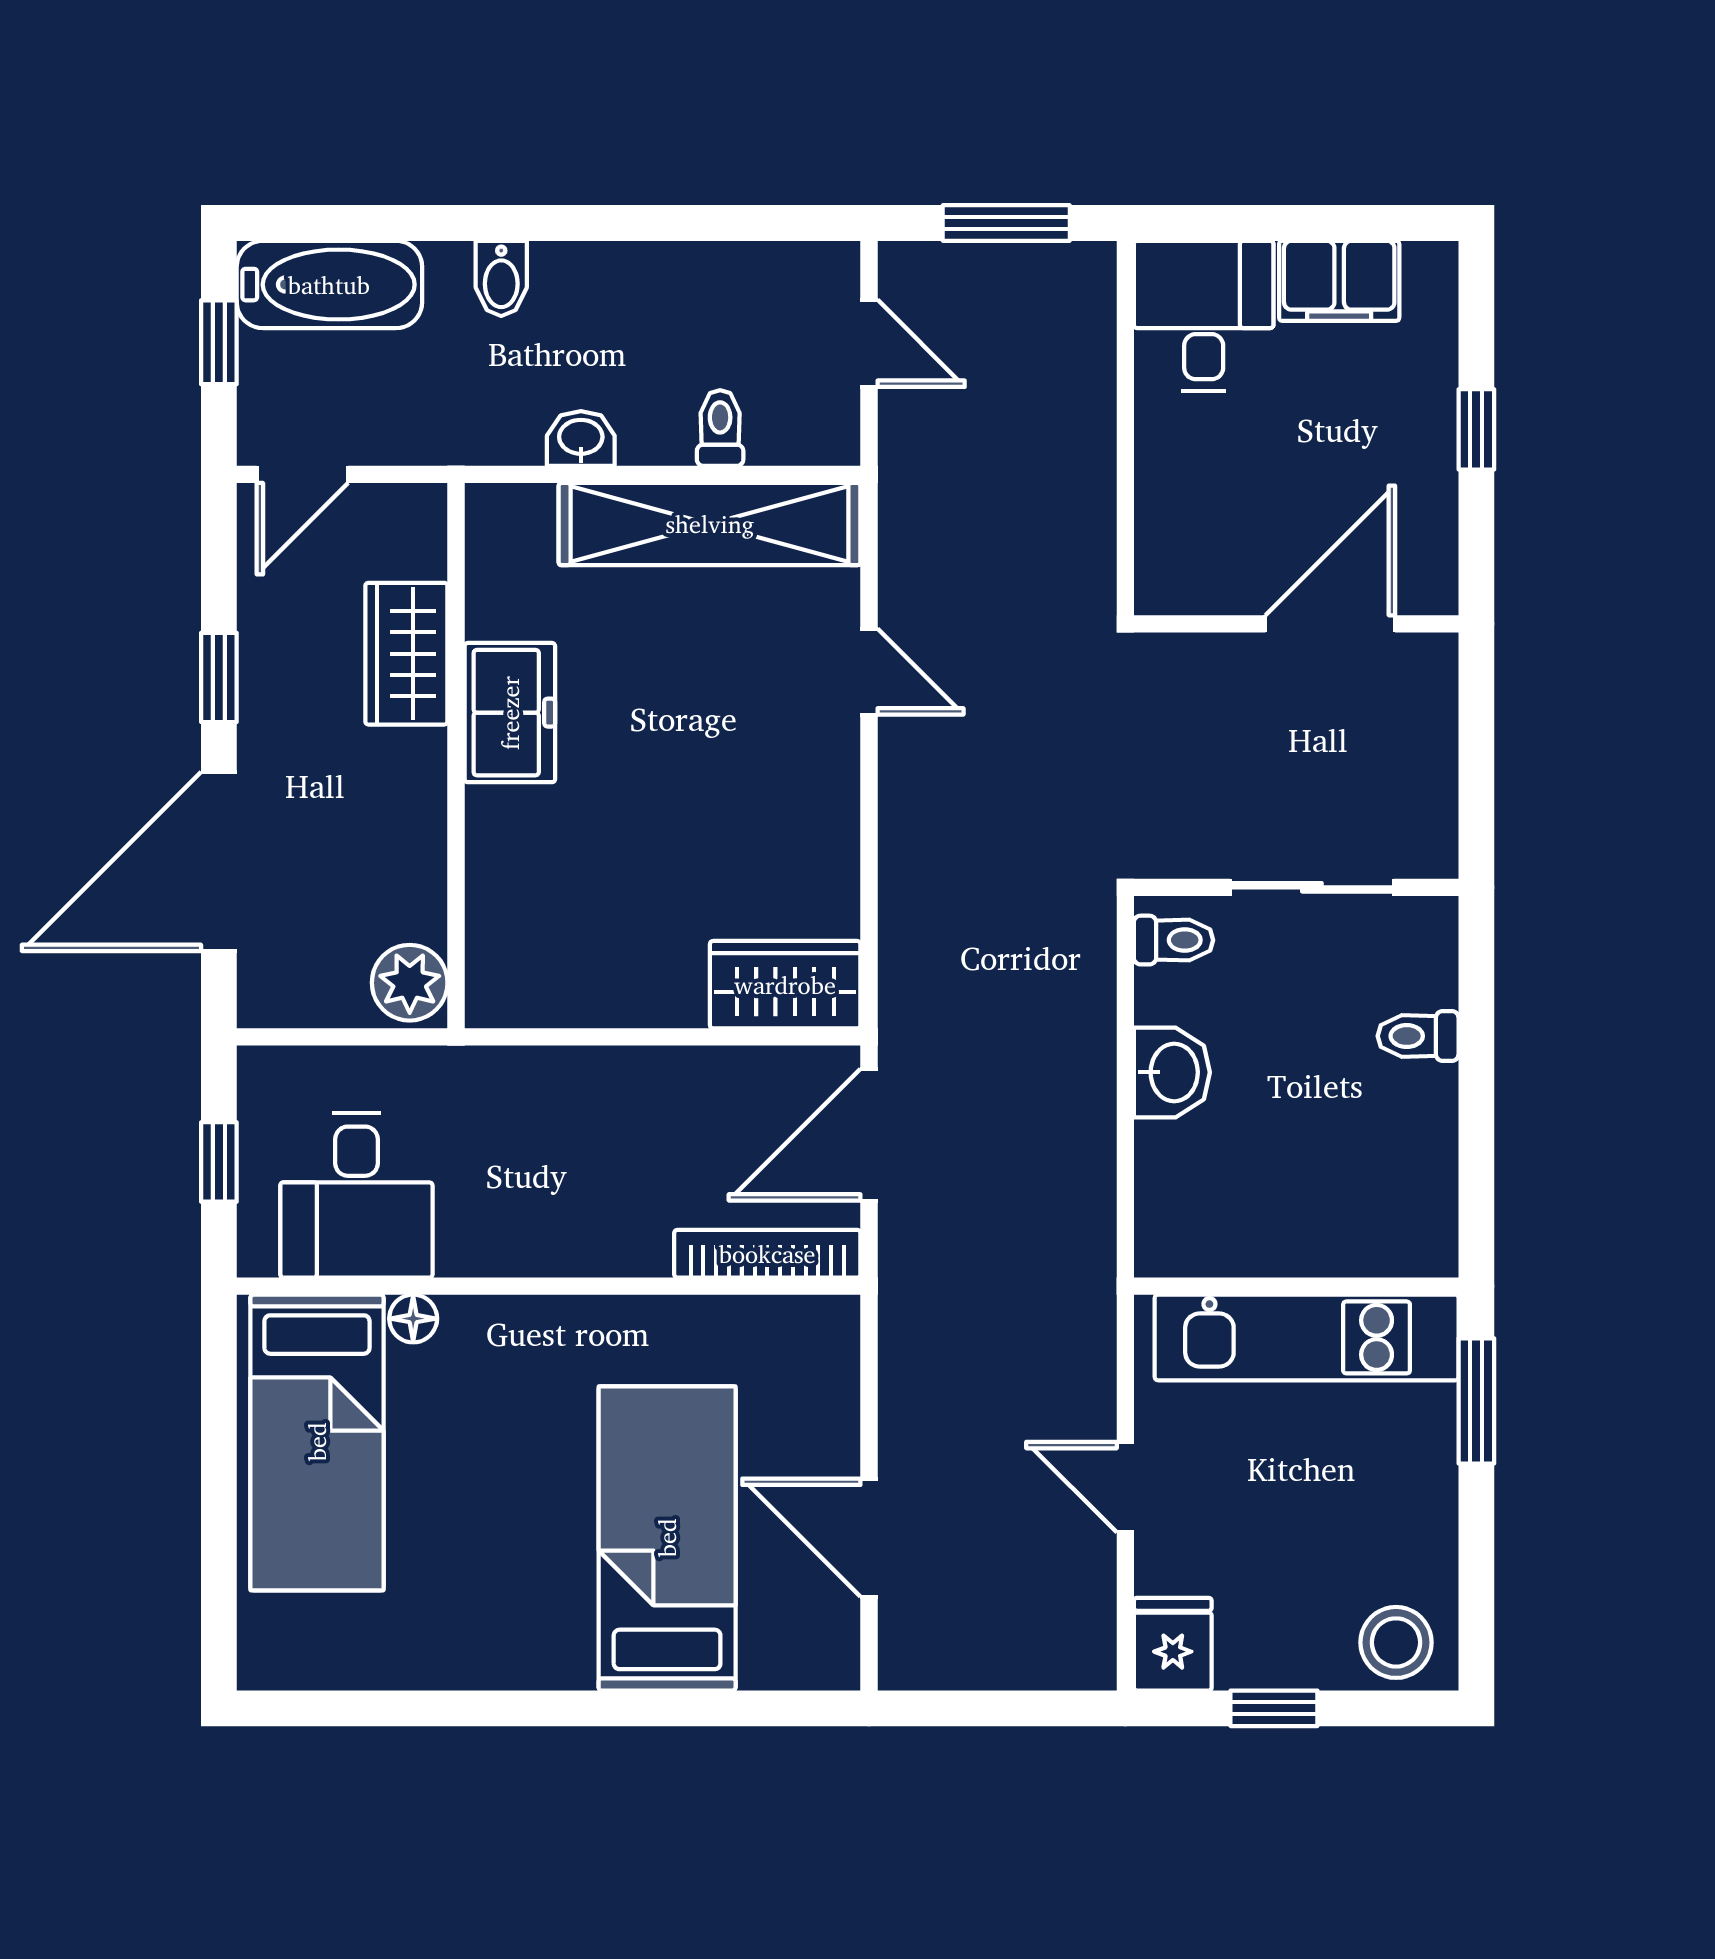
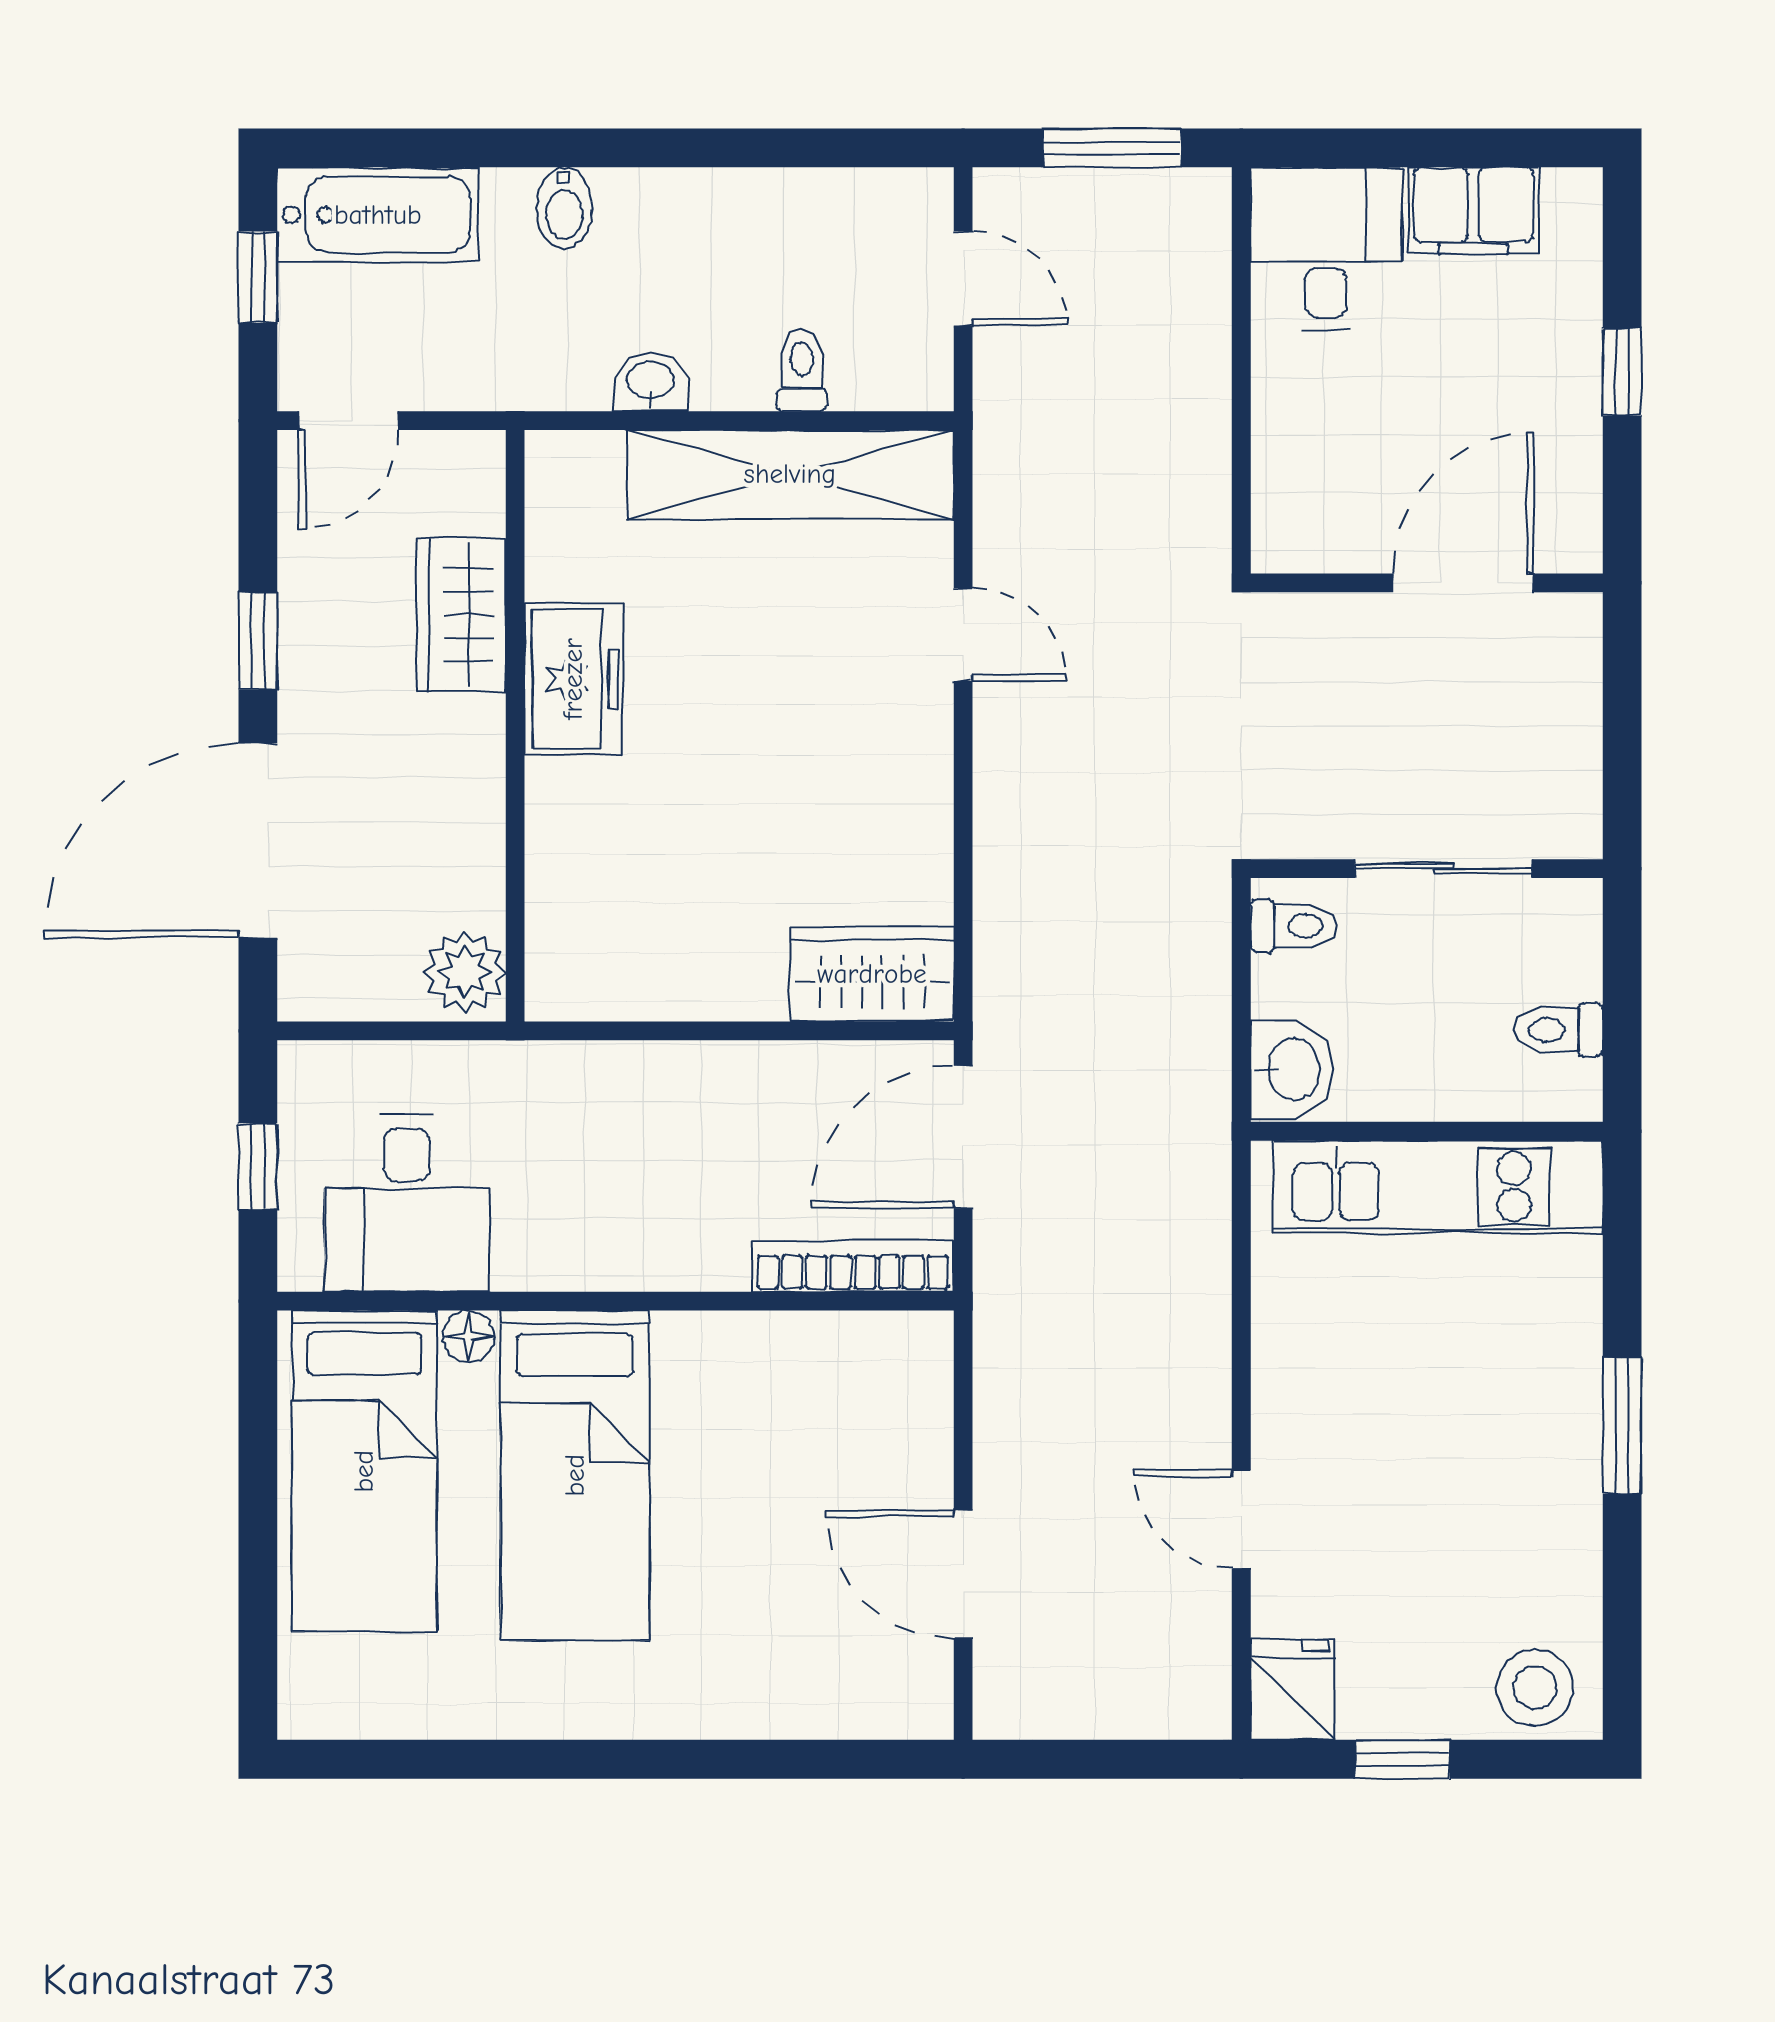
wall: (1296, 1286) -> (1427, 1131), moved
kitchen unit: (1307, 1337) -> (1438, 1187), moved
bed: (667, 1538) -> (575, 1475), moved, turned 180

